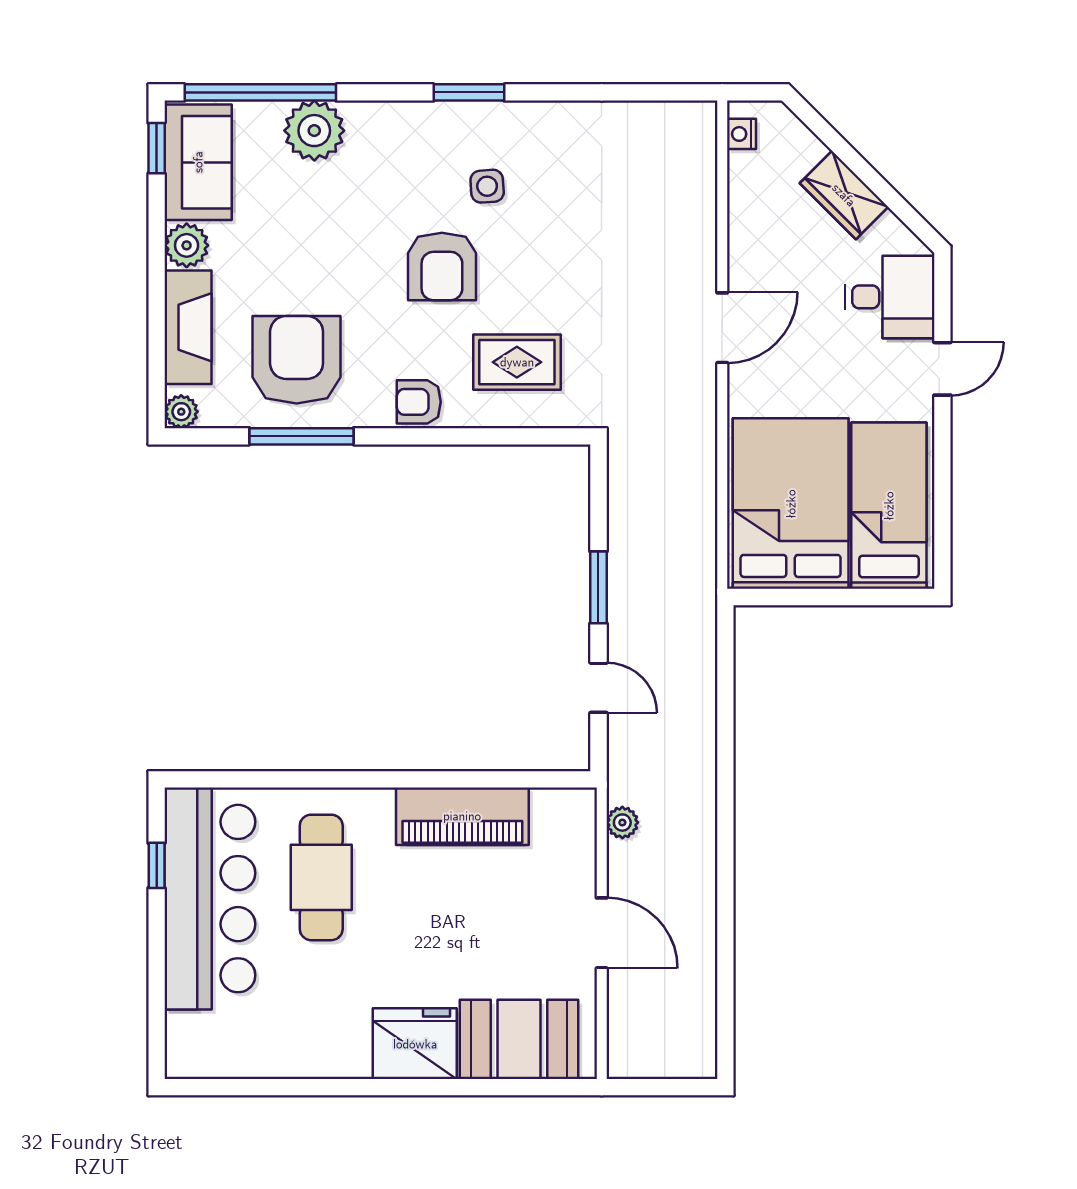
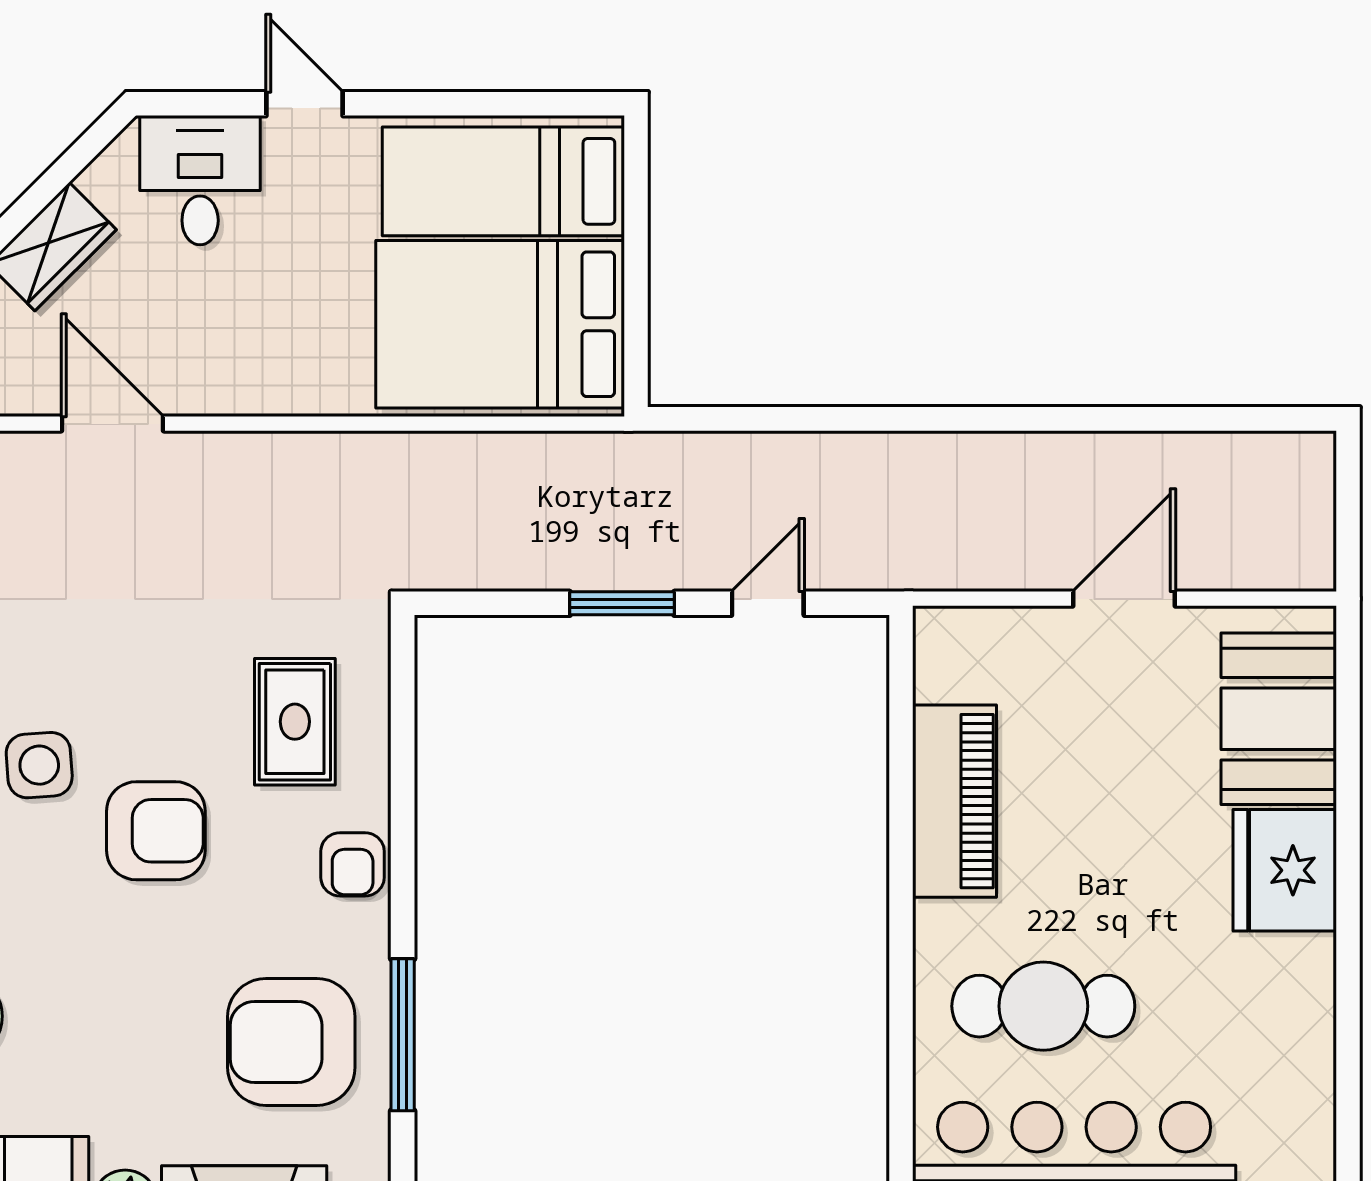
side table: (487, 186) -> (39, 765), width x1.37, depth x1.37
door: (722, 328) -> (112, 424), moved
plant: (622, 823) -> (964, 569), removed

